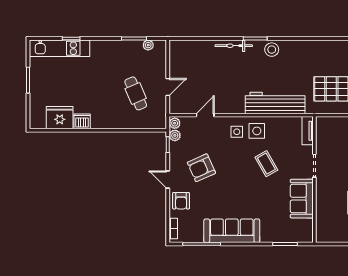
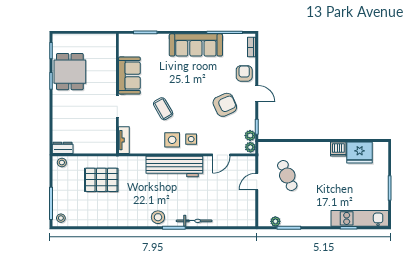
workbench: (275, 103) -> (174, 166), moved

